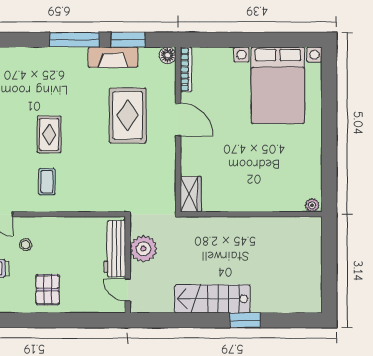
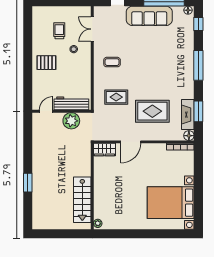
window: (74, 40) -> (198, 65), moved
fireplace: (113, 57) -> (188, 115), moved
door: (178, 119) -> (131, 142), moved
rug: (49, 134) -> (116, 97), moved
stairs: (212, 299) -> (82, 200), moved, turned 180

